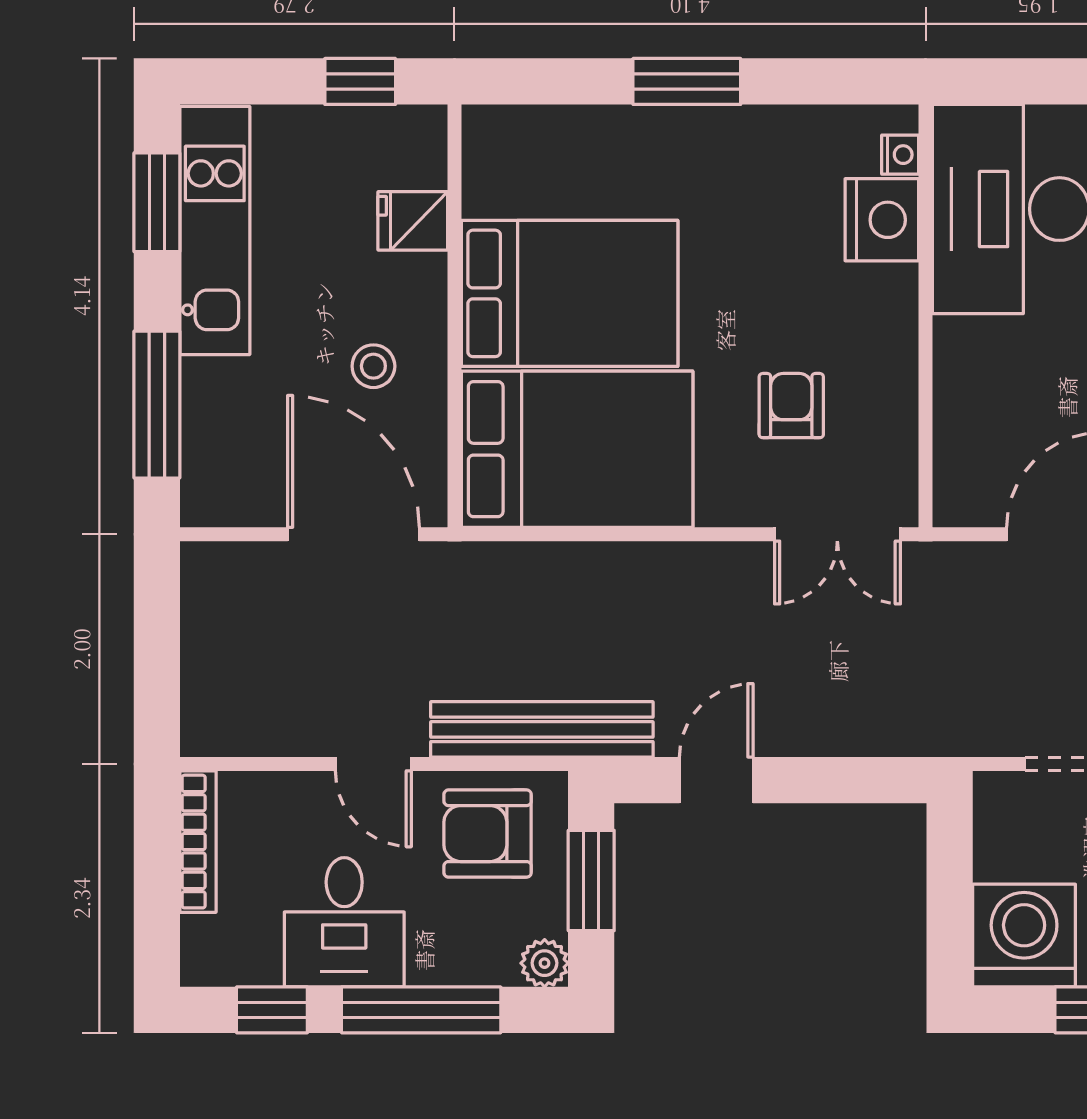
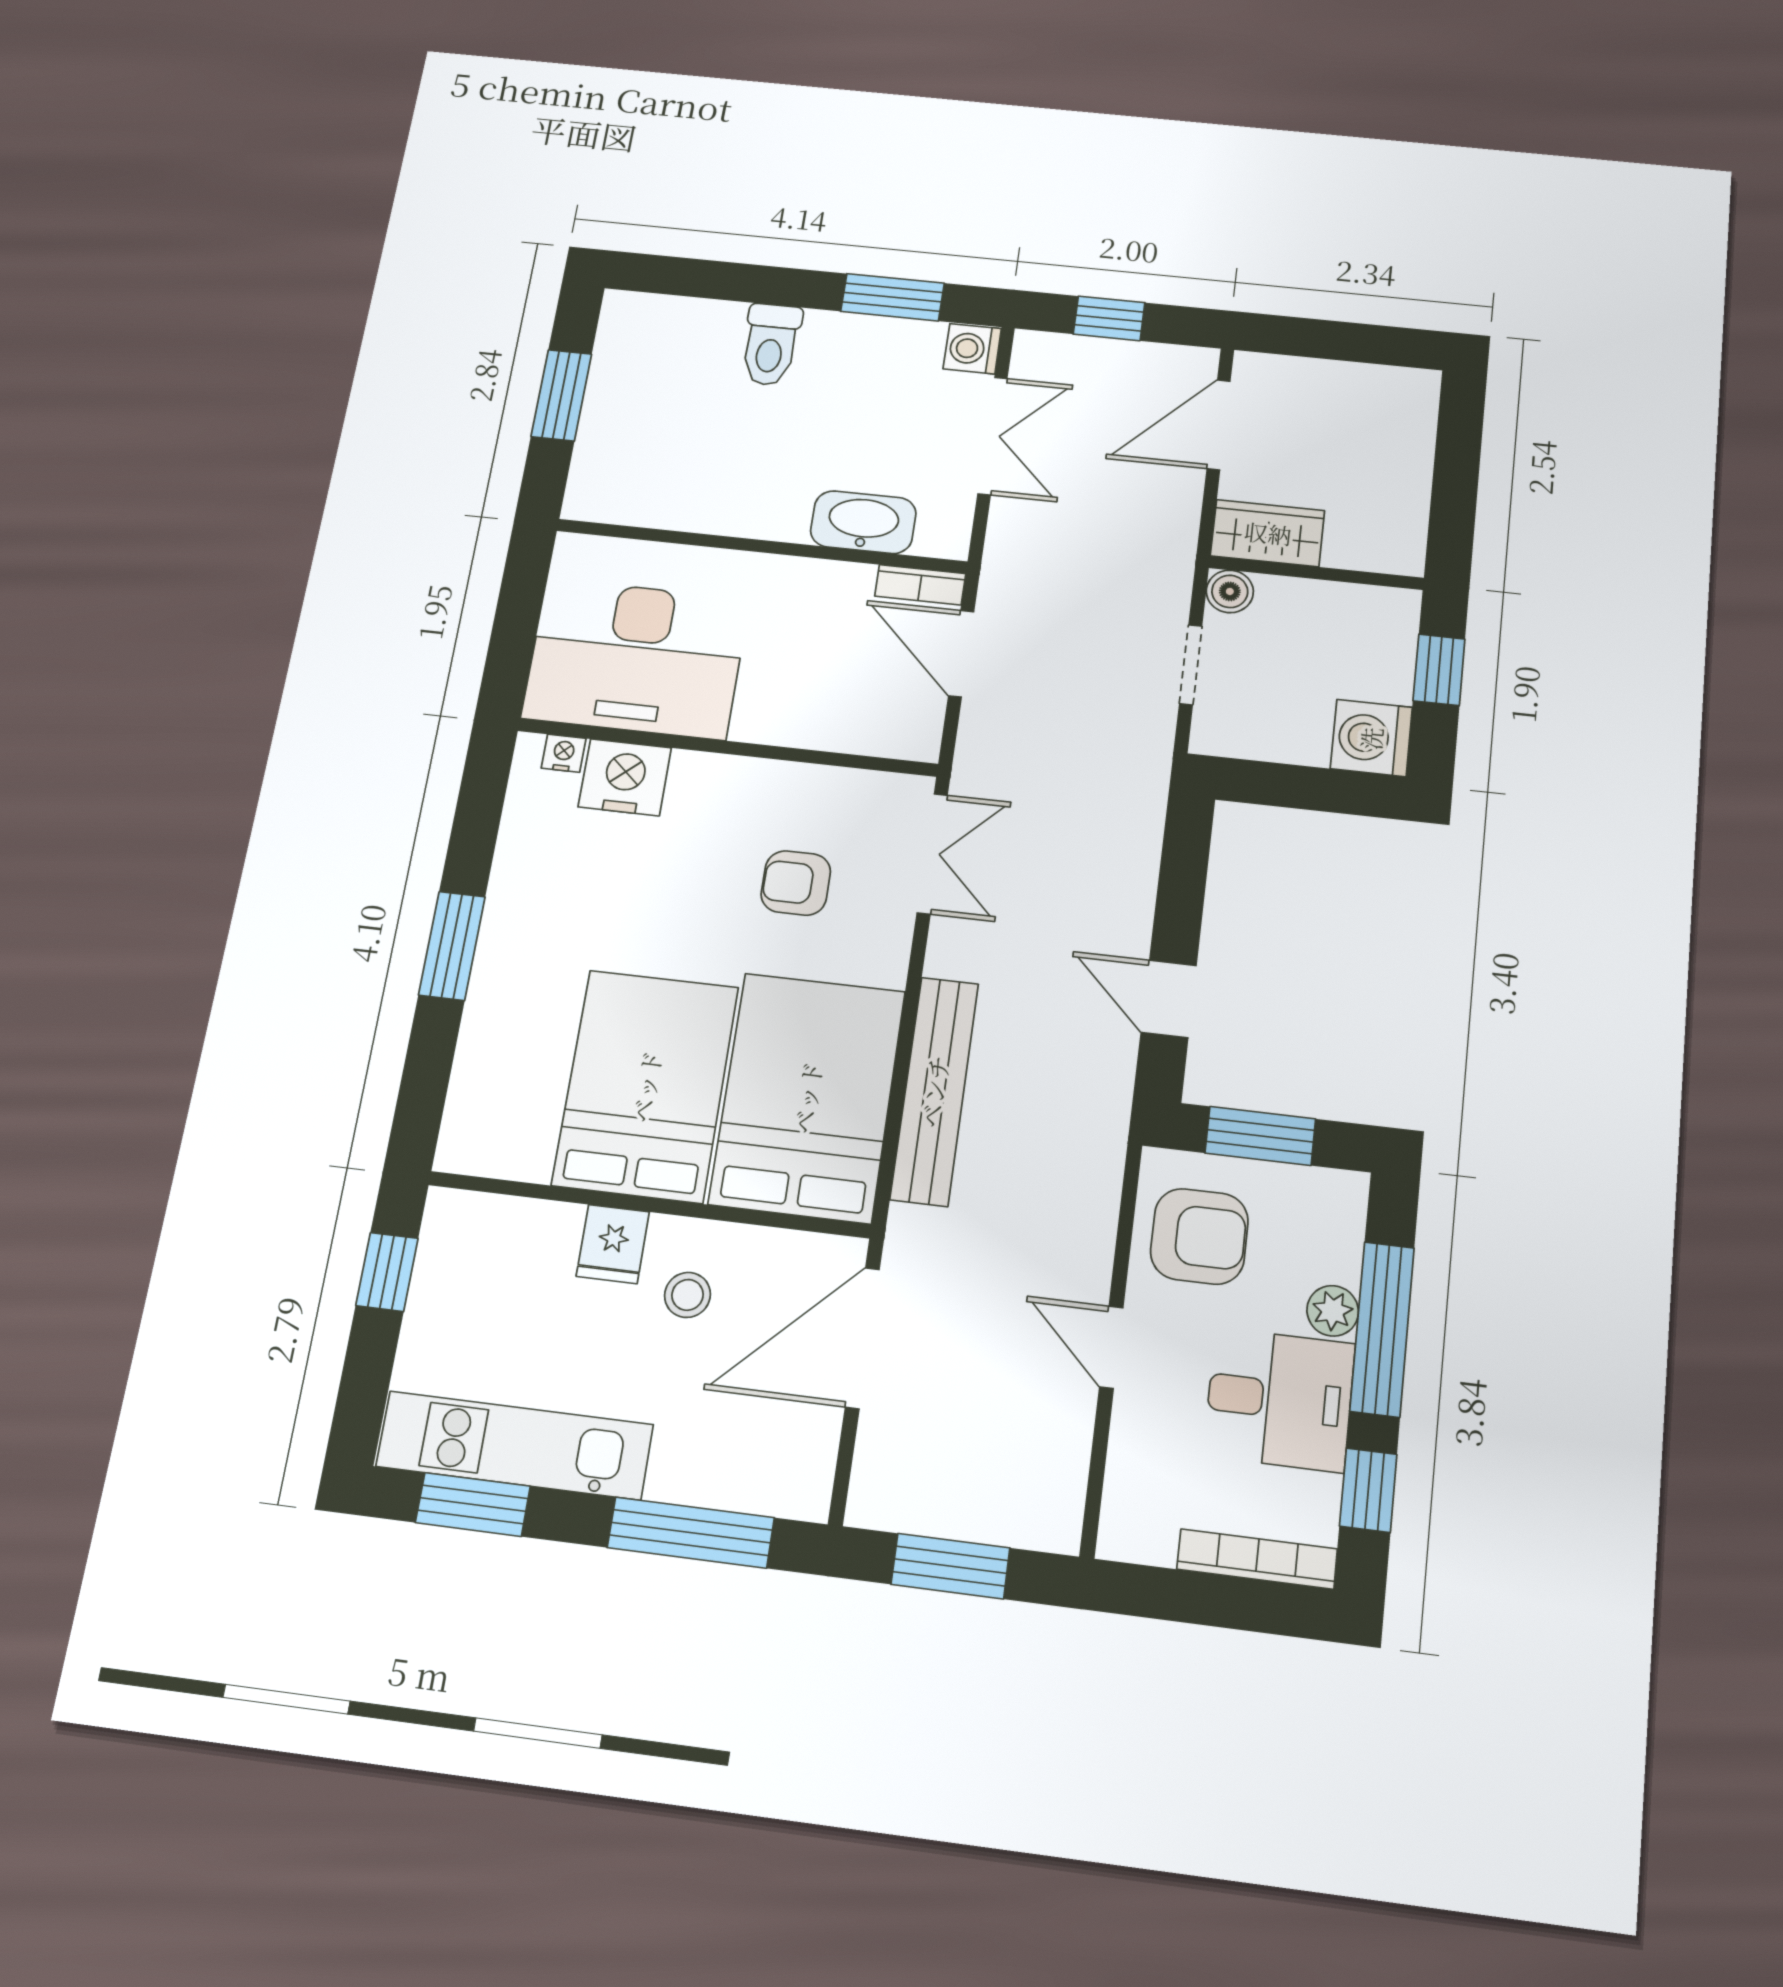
fridge: (413, 221) -> (613, 1244), moved
window: (157, 643) -> (950, 1566), added
bench: (542, 729) -> (934, 1091), moved
door: (373, 764) -> (1111, 1347), swing flipped
armchair: (488, 834) -> (1199, 1236), turned -90
bookcase: (198, 842) -> (1257, 1559), moved
washing machine: (1024, 936) -> (1371, 738), width x0.73, depth x0.73
plant: (545, 963) -> (1333, 1311), moved

